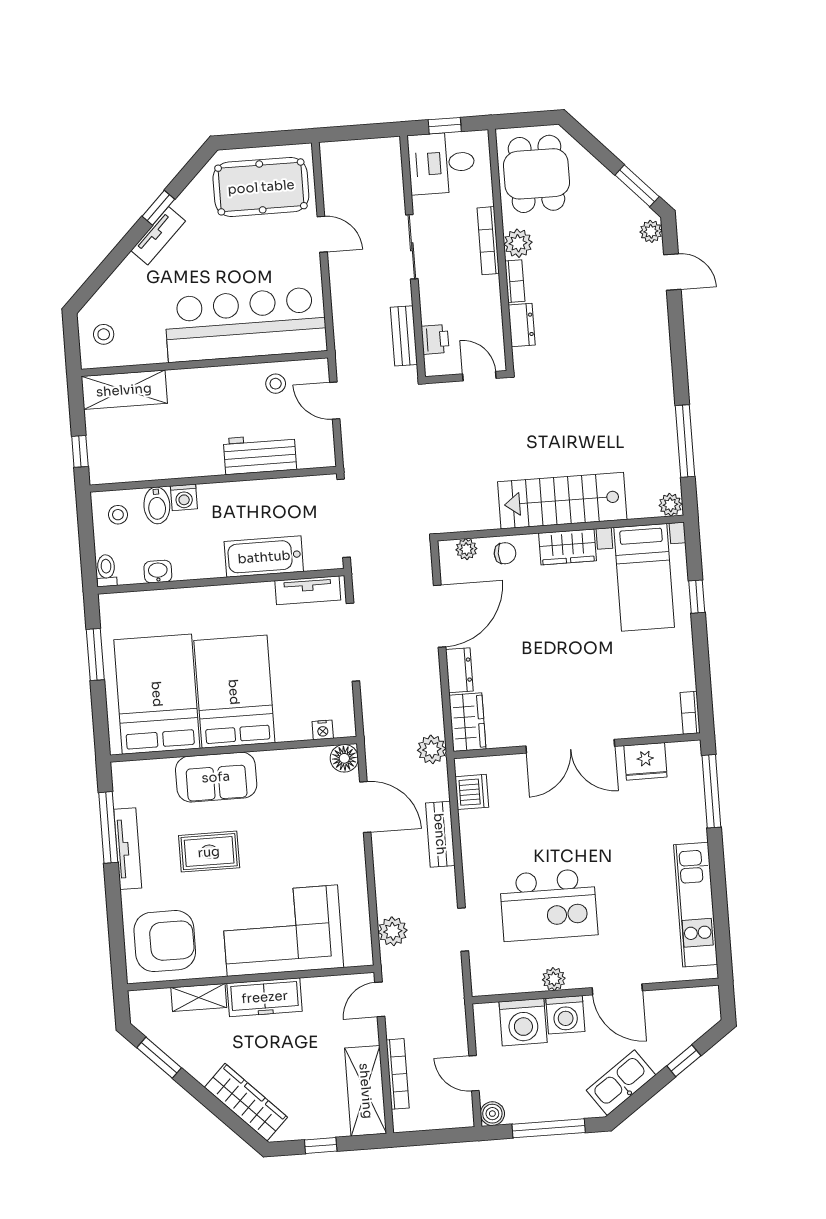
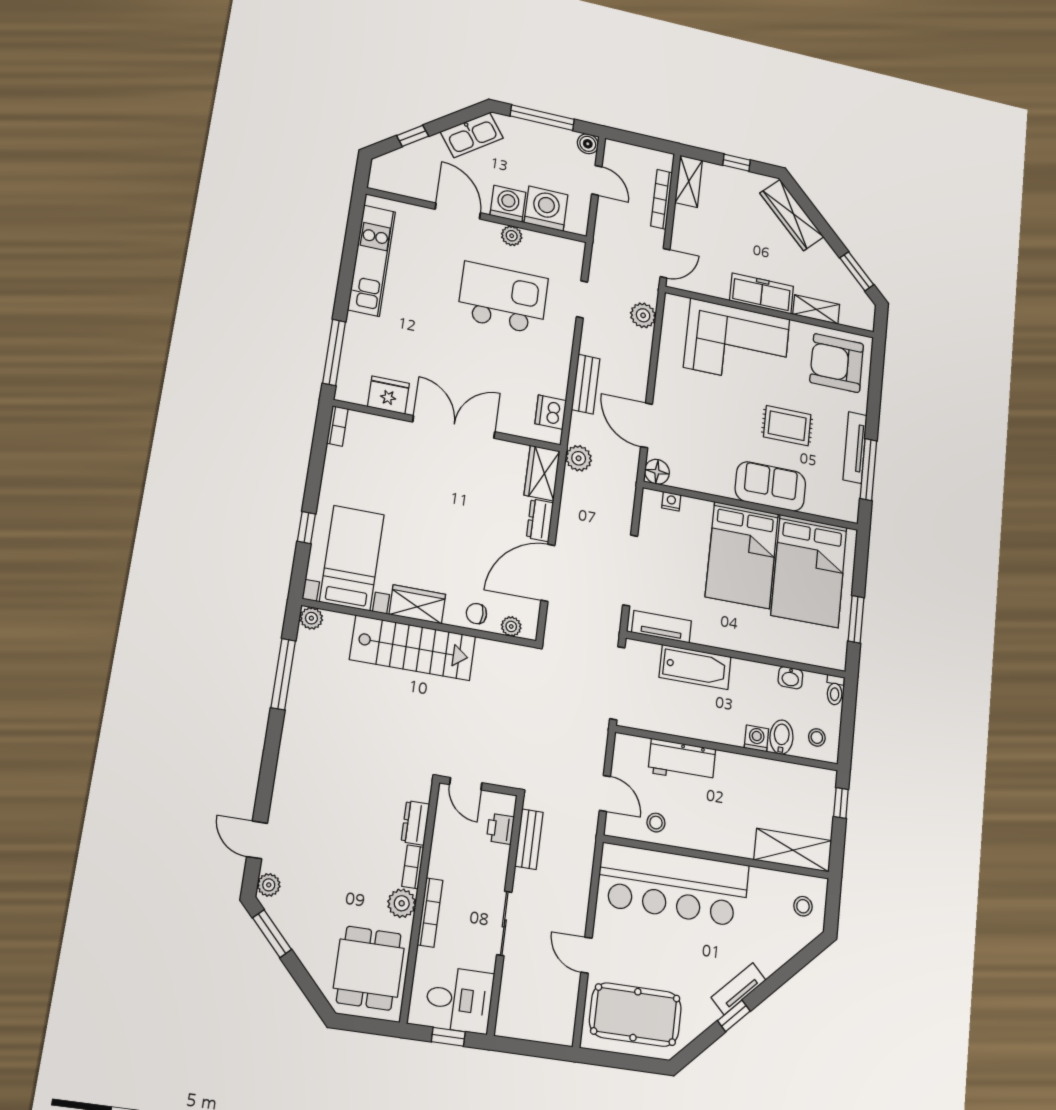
shelving: (366, 1091) -> (689, 181), width x0.67, depth x0.75

